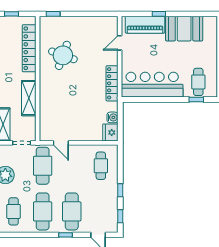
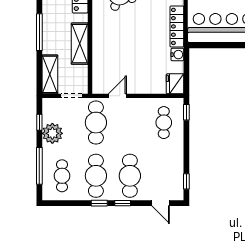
water cooler: (112, 117) -> (177, 55), moved
door: (61, 143) -> (117, 96), swing flipped
window: (120, 190) -> (186, 112), moved
window: (45, 235) -> (99, 203), added

